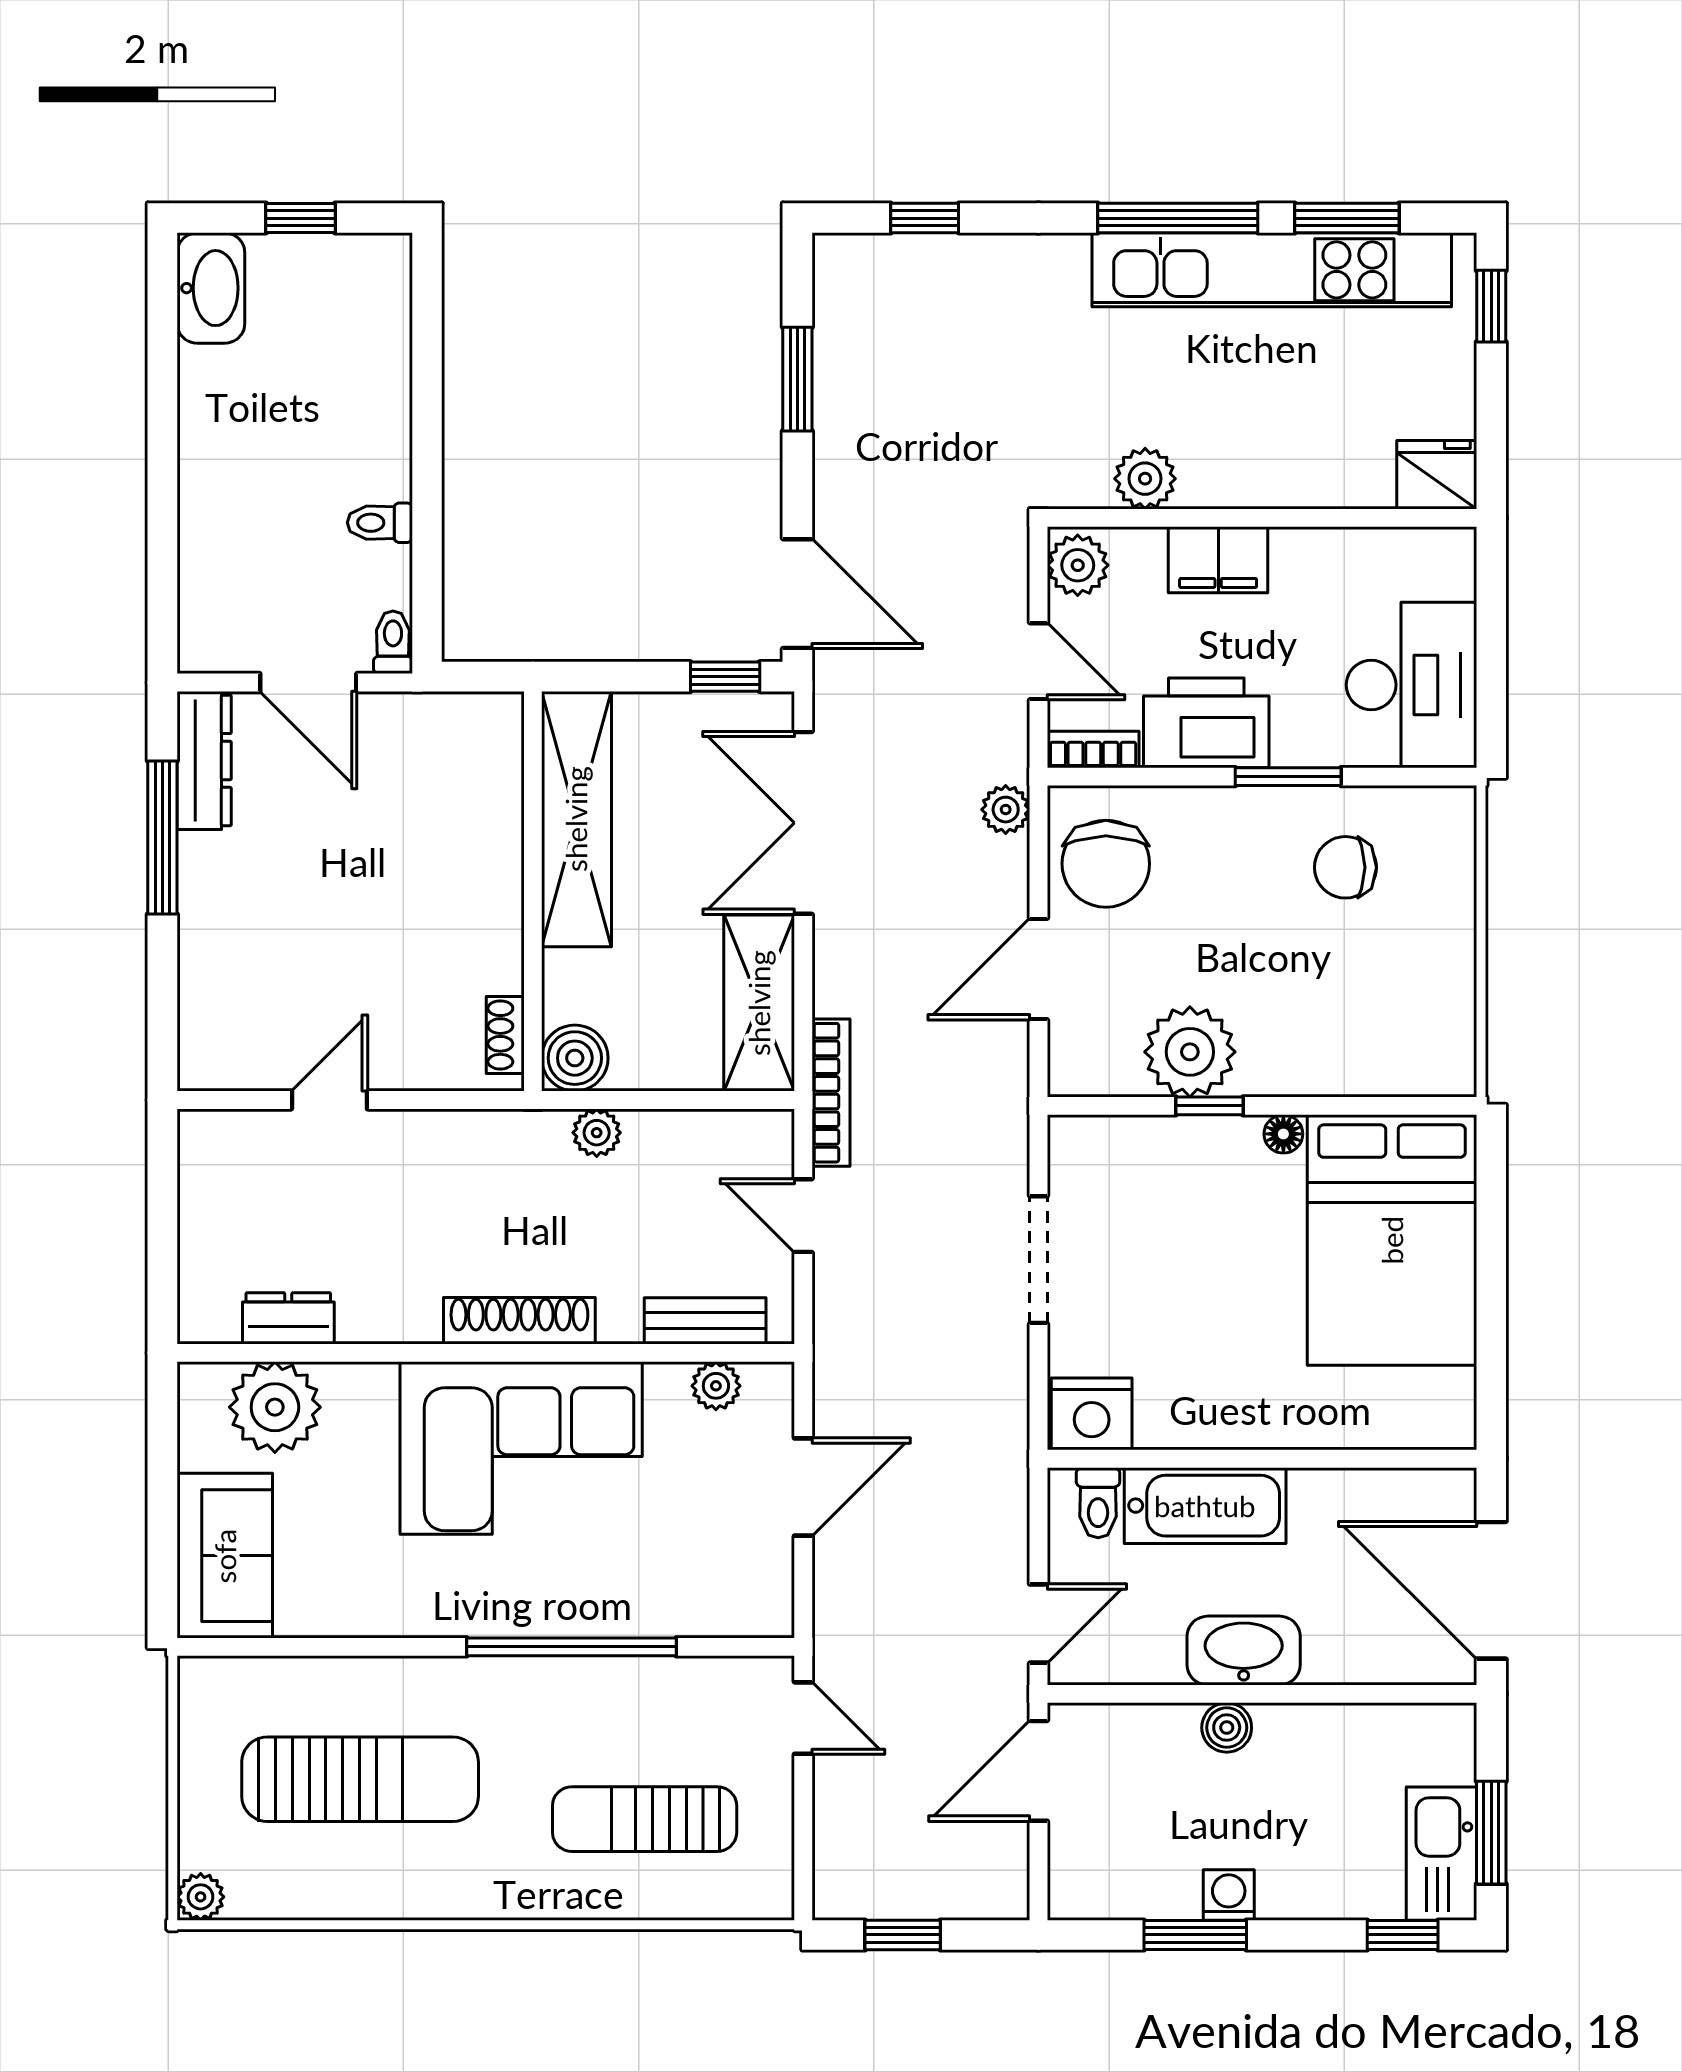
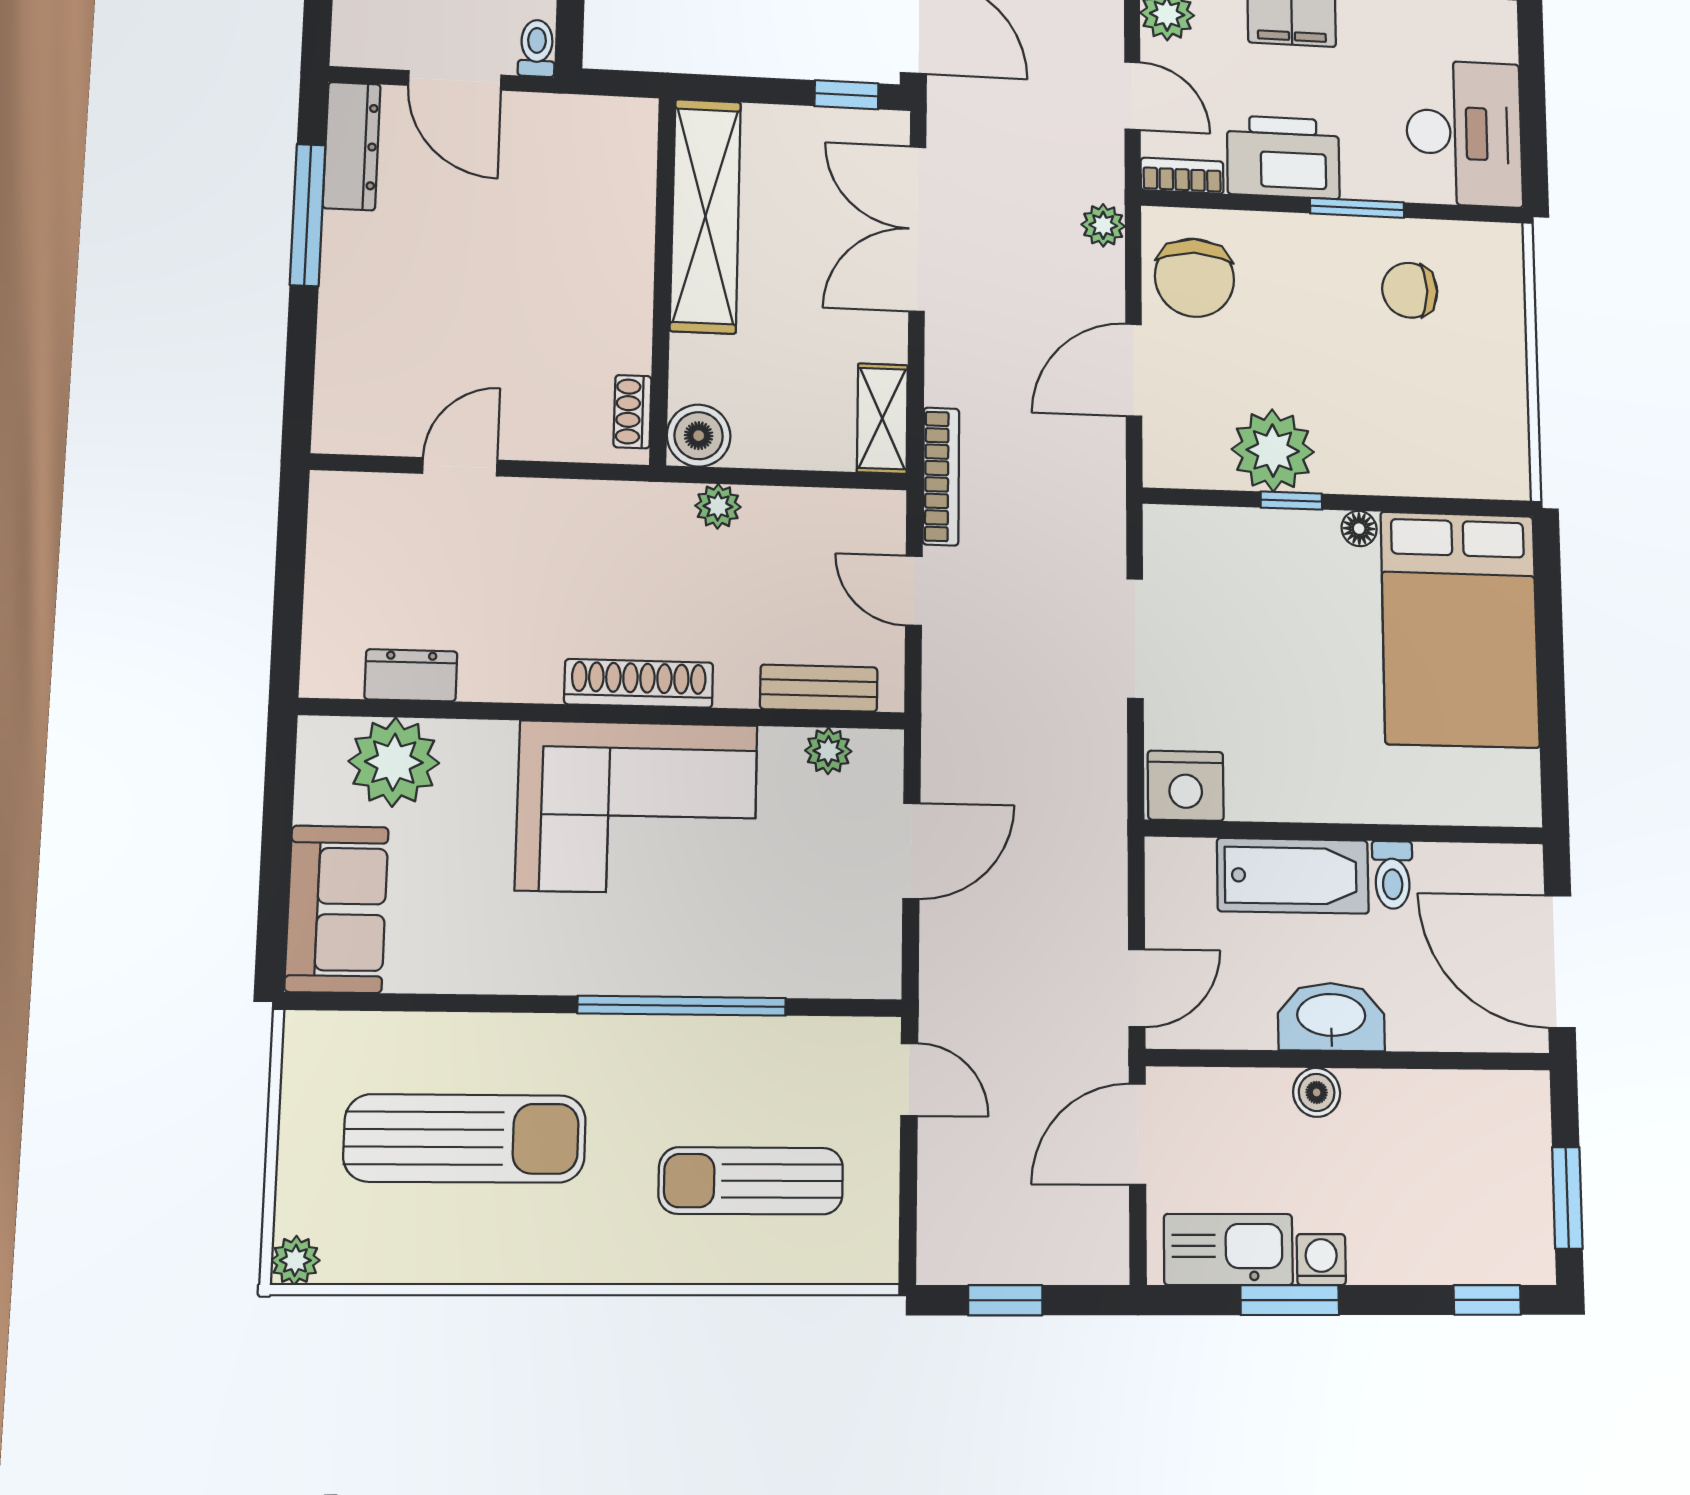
shelving: (759, 1003) -> (882, 418), width x0.67, depth x0.75
toilet: (1098, 1503) -> (1392, 875), moved
kitchen sink: (1441, 1854) -> (1228, 1250), moved, turned 90

